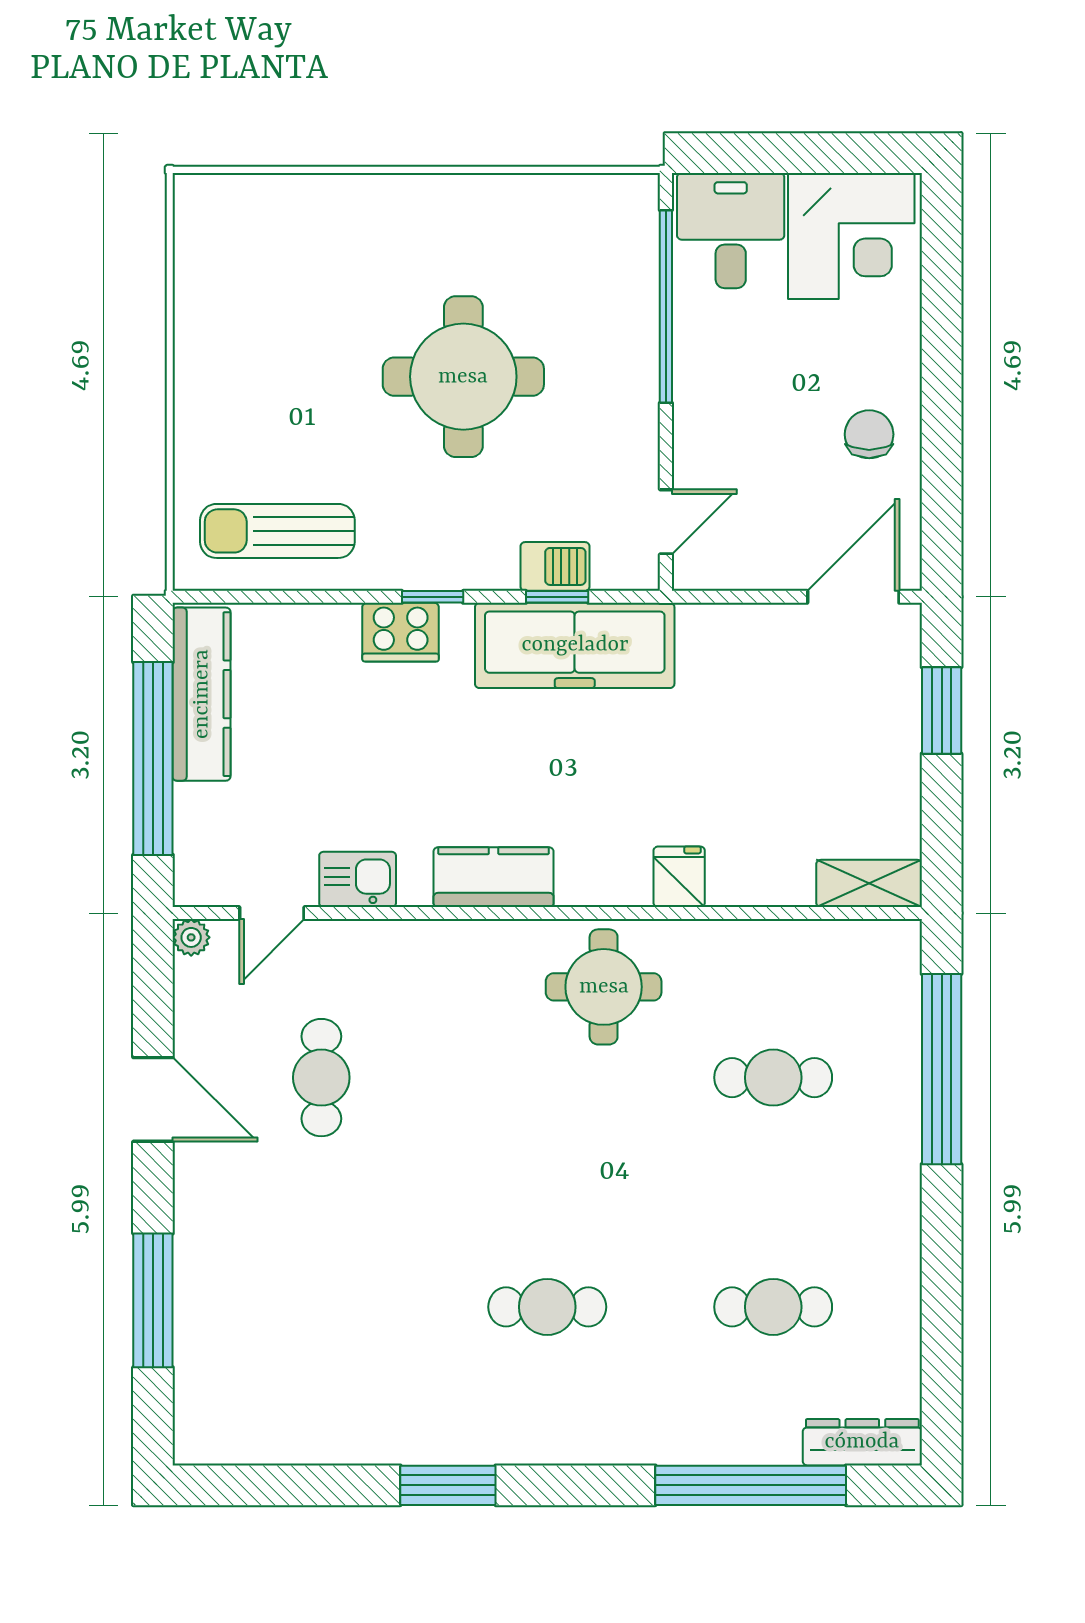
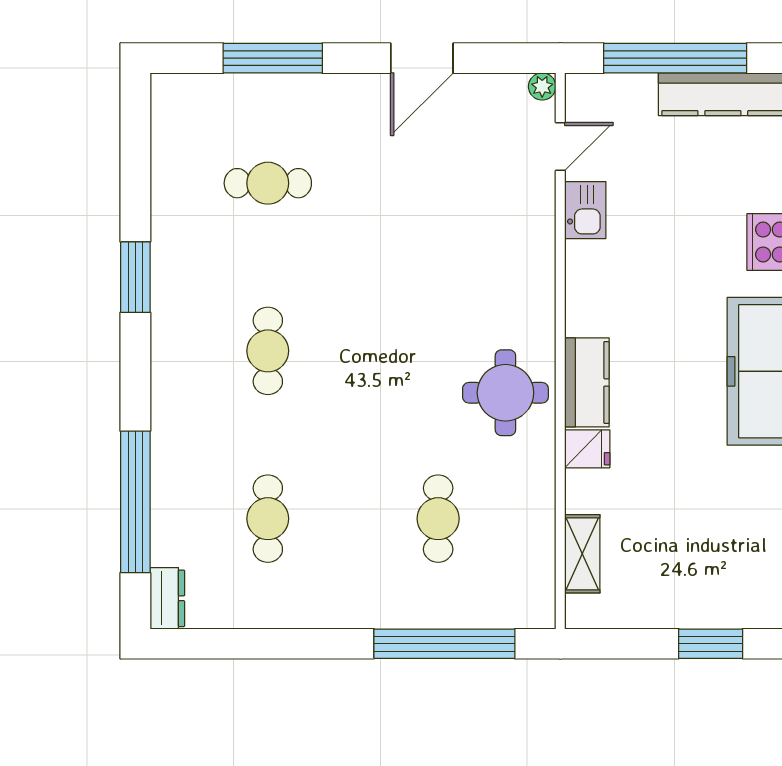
kitchen counter: (494, 877) -> (587, 382), moved
shelving: (869, 883) -> (582, 554), moved
door: (272, 913) -> (560, 146), swing flipped
cafe table: (321, 1078) -> (268, 183), moved
dresser: (862, 1442) -> (167, 598), width x0.70

